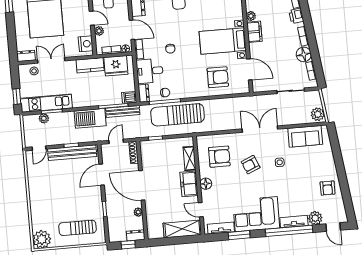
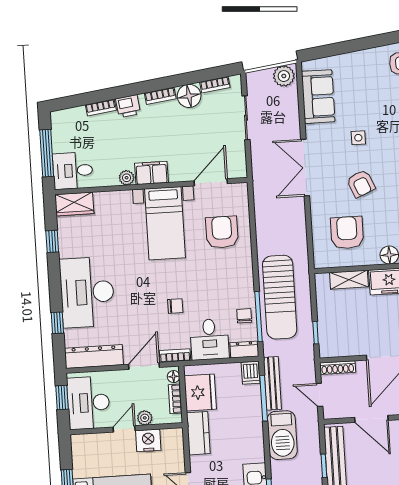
nightstand: (86, 44) -> (148, 440), moved

